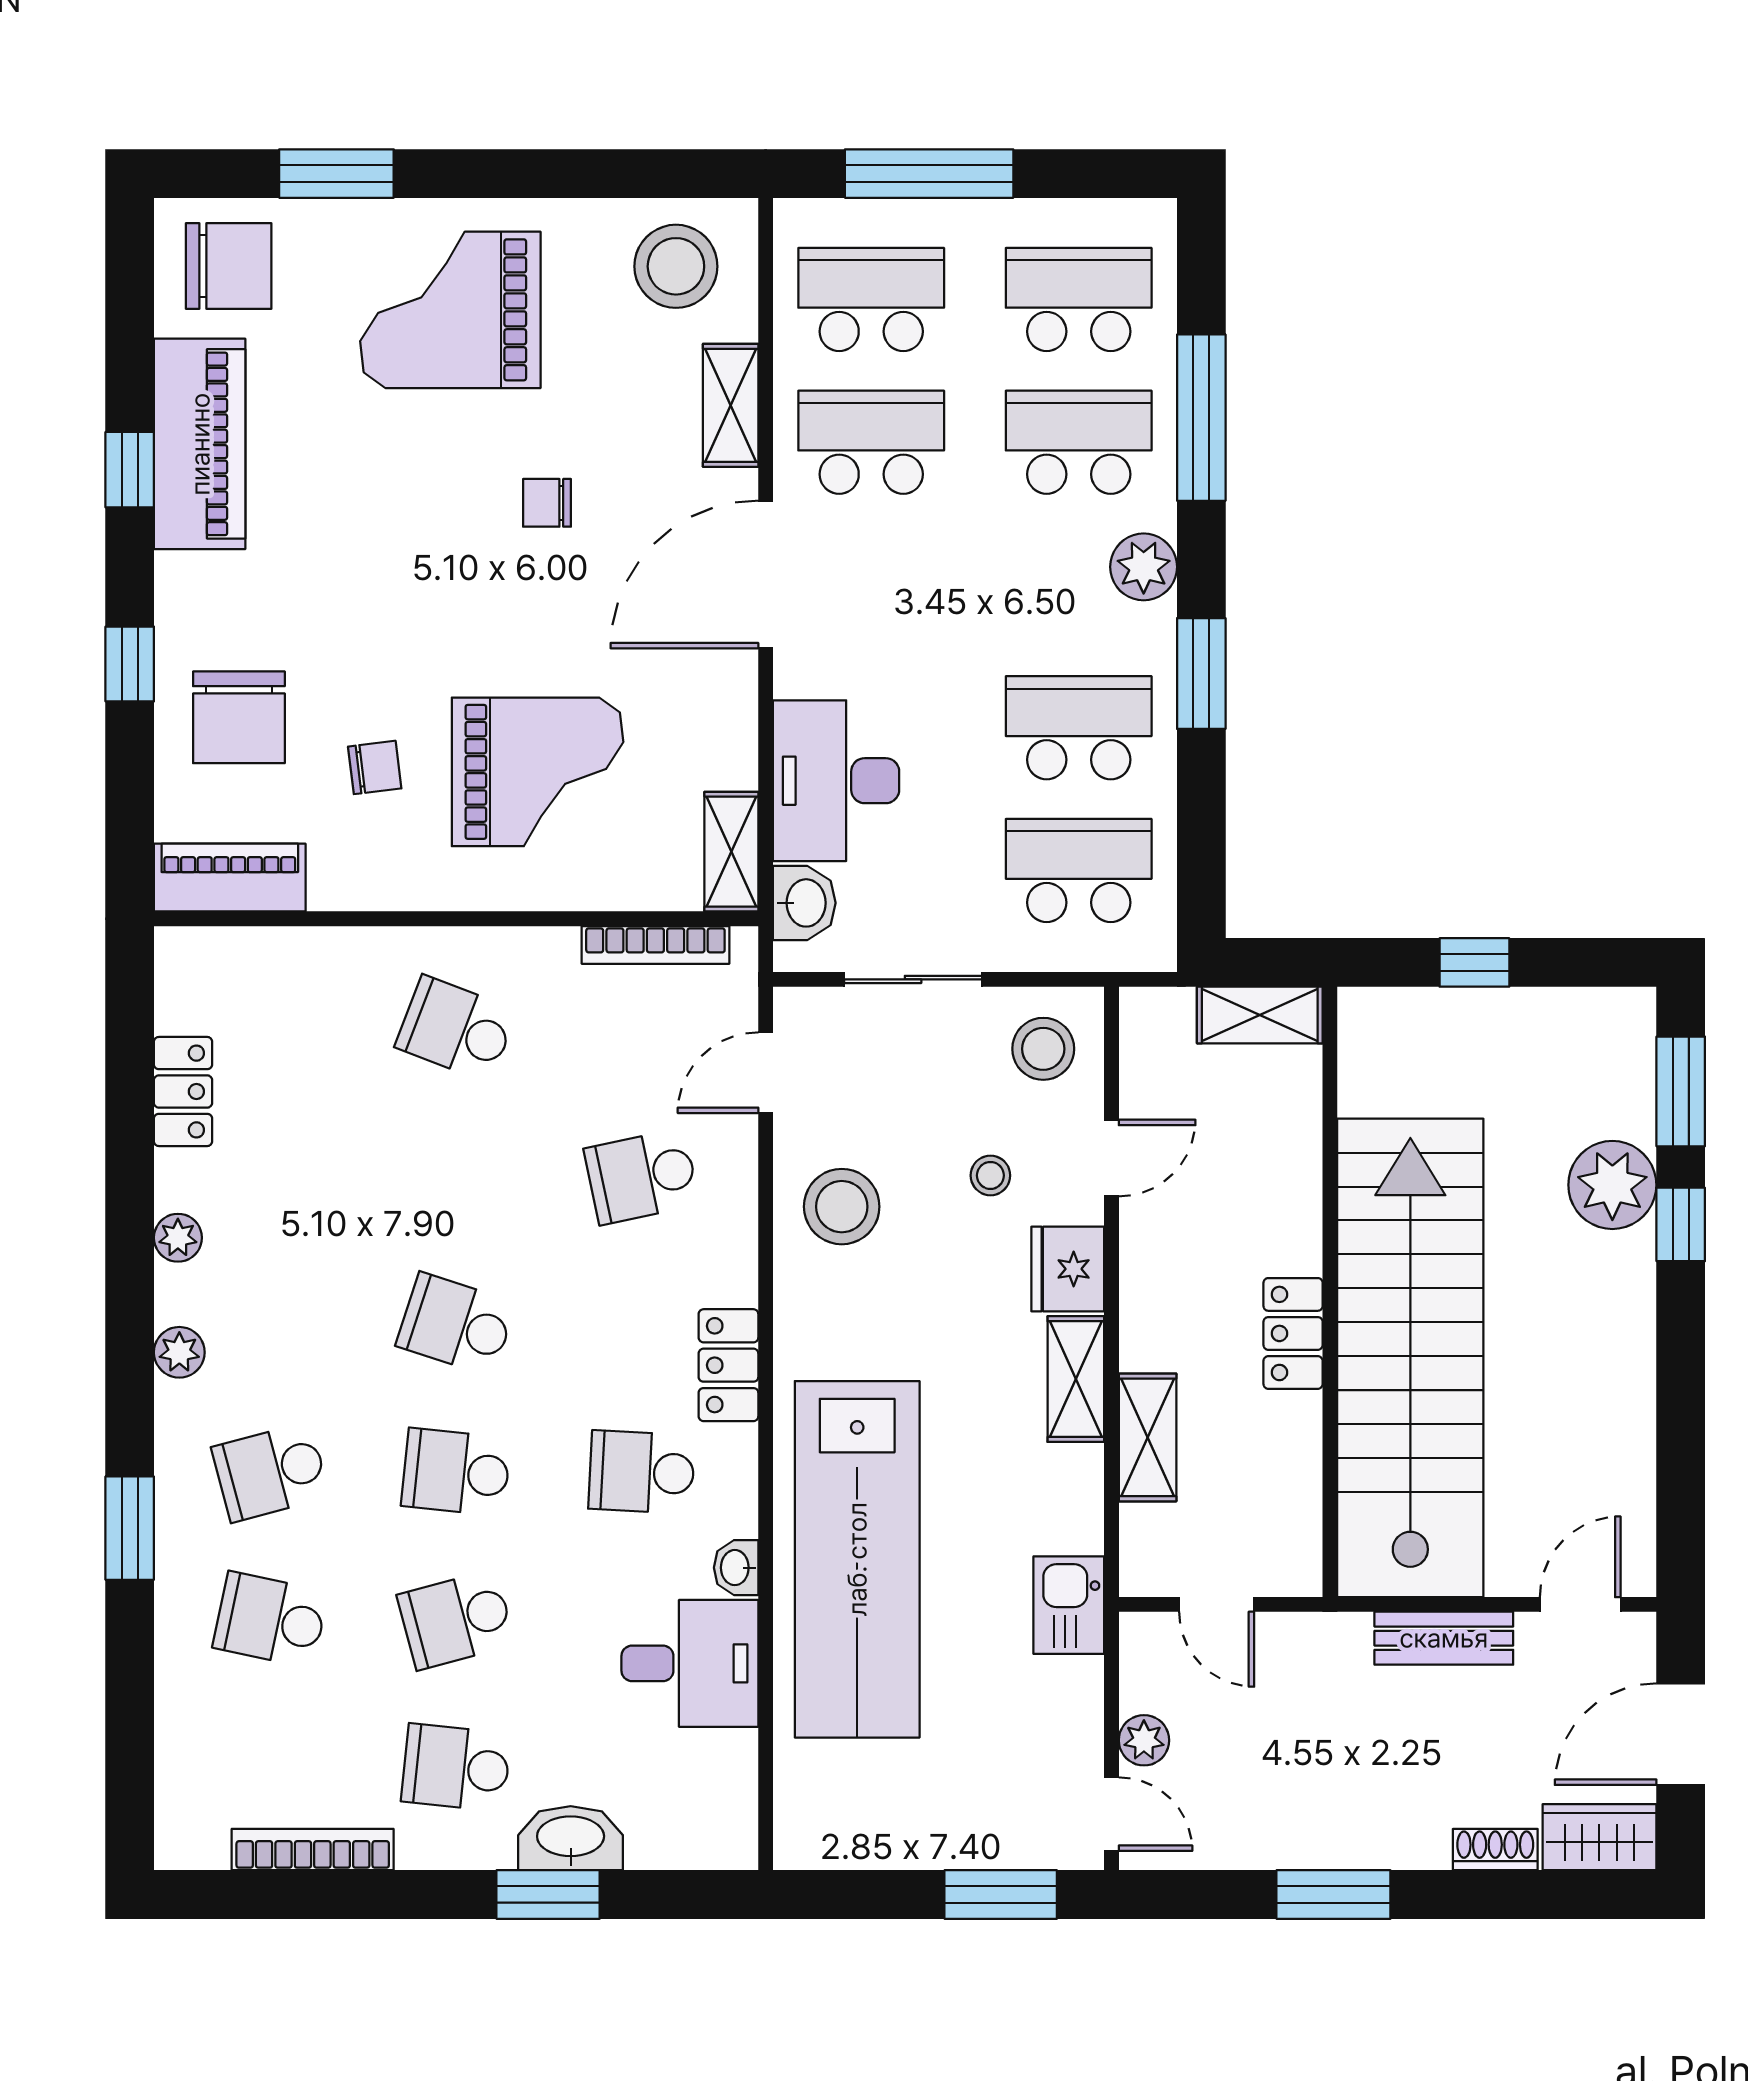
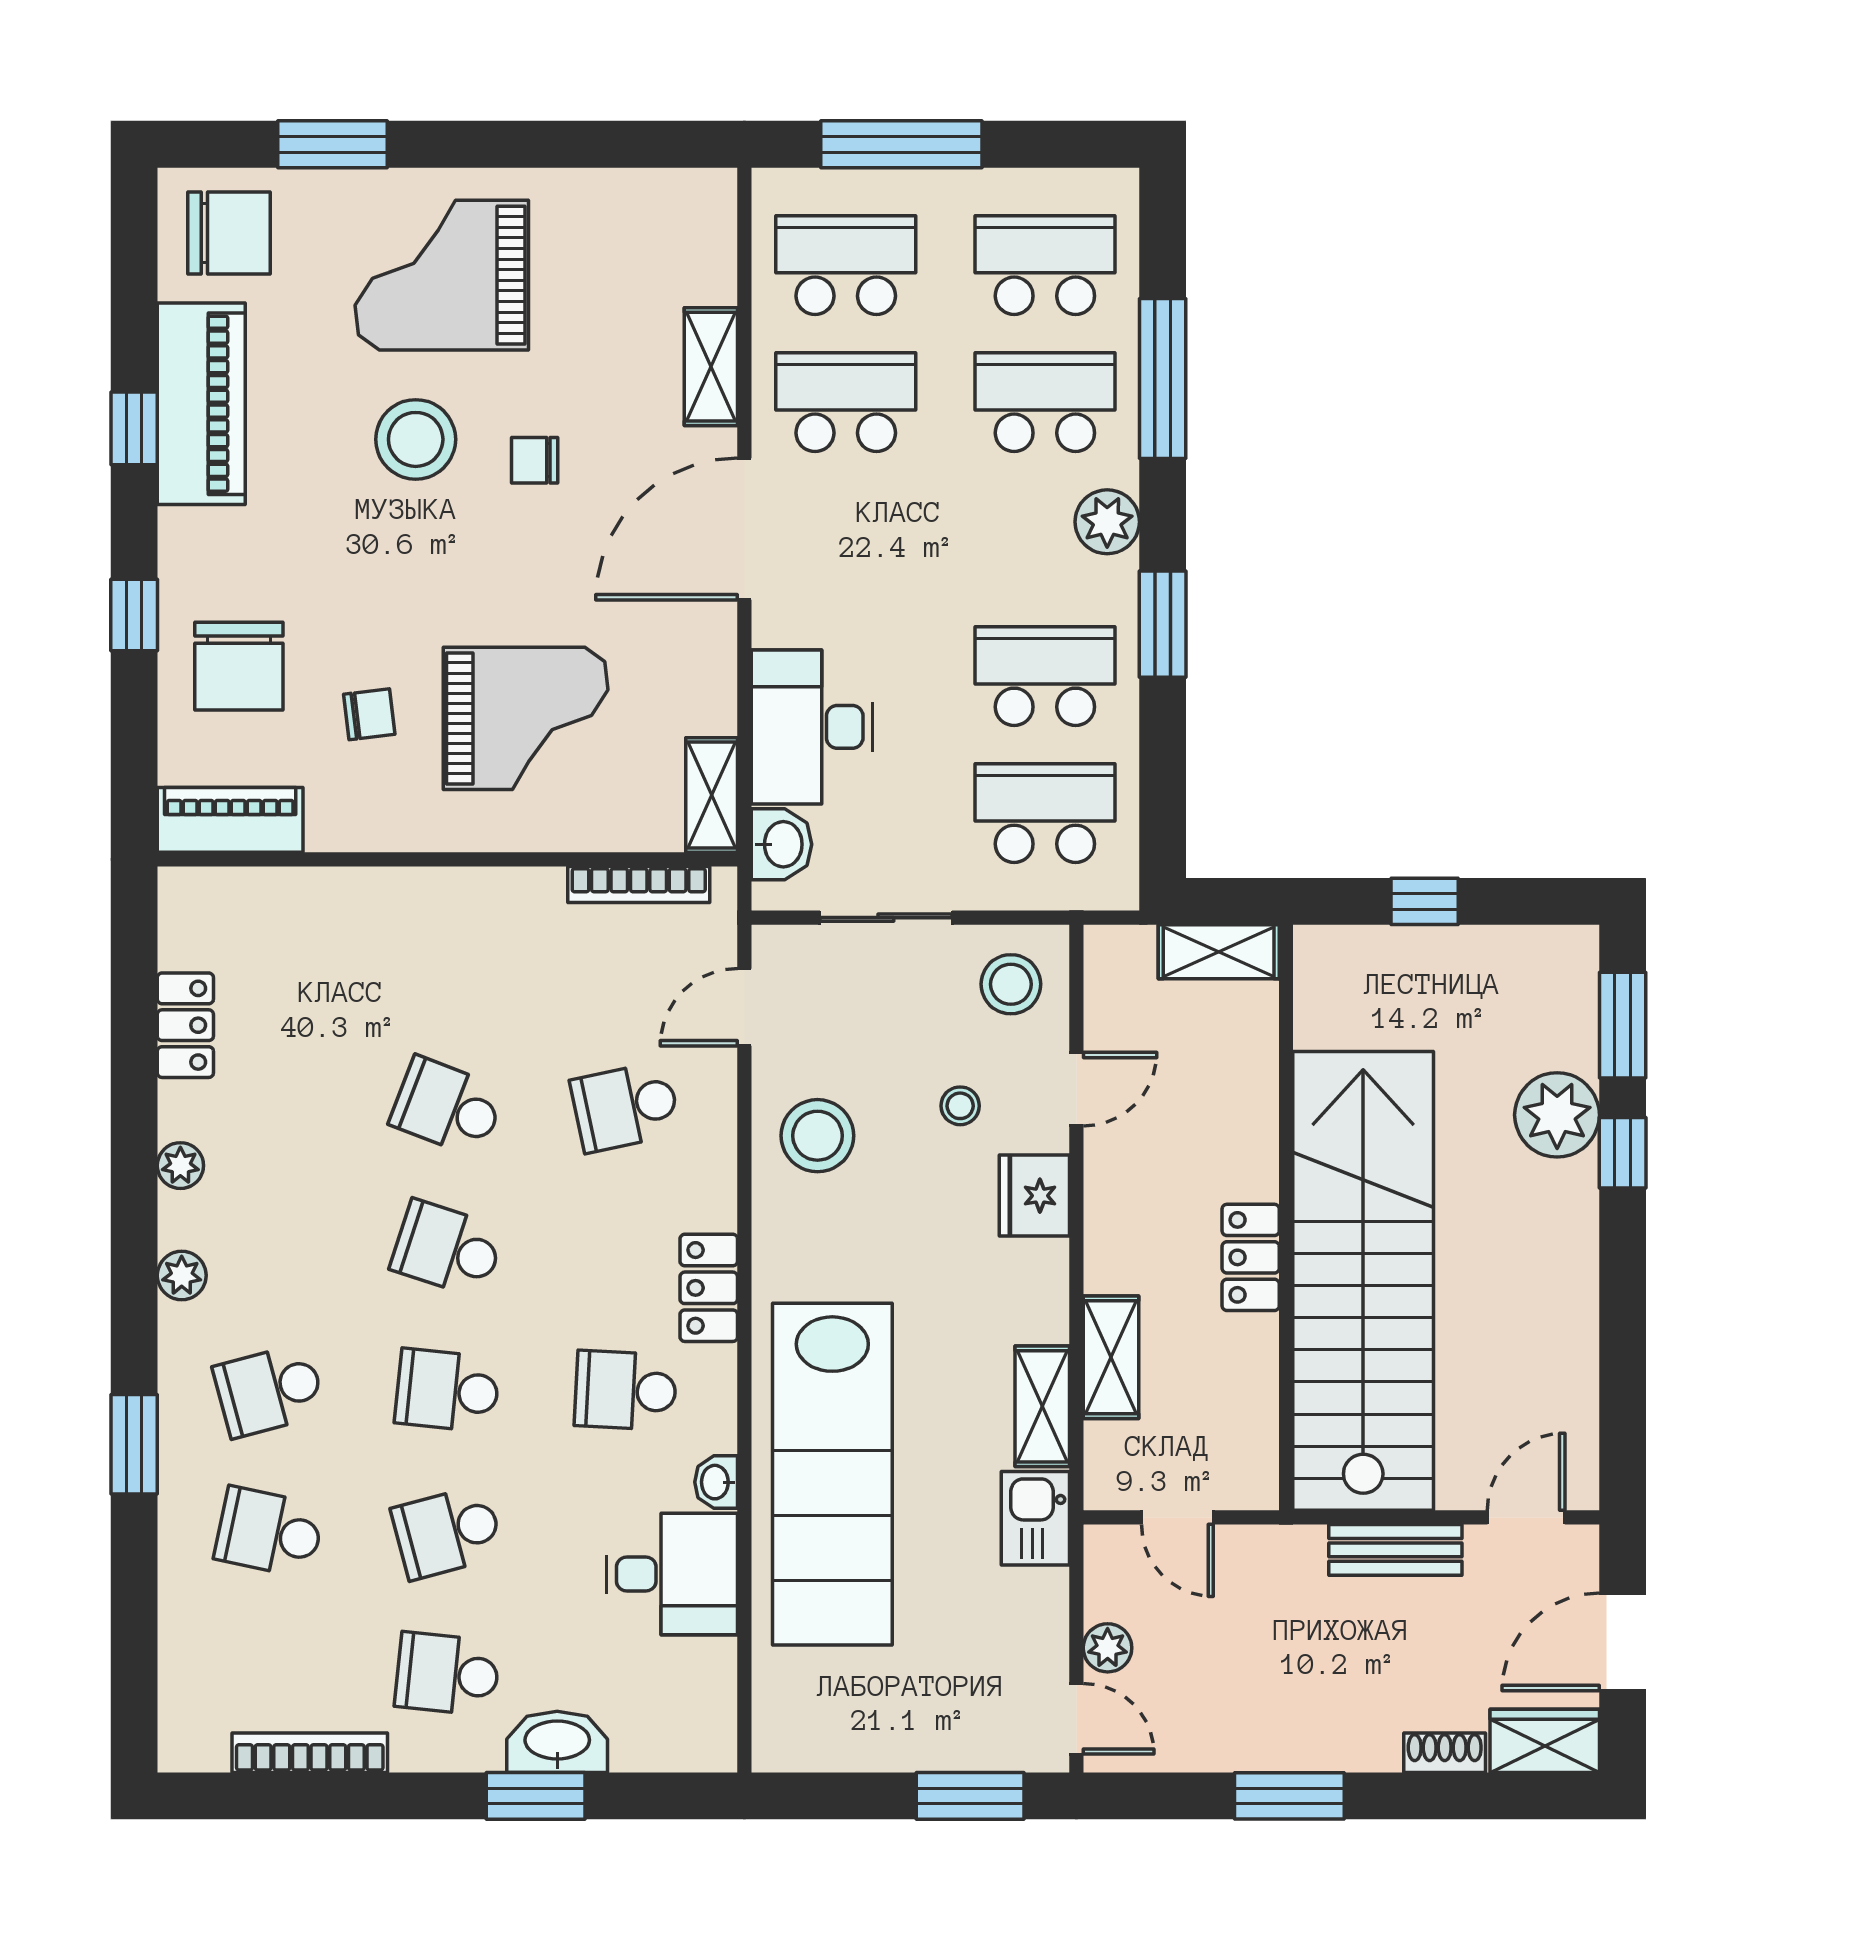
stool: (676, 266) -> (416, 439), moved
school desk: (456, 1029) -> (447, 1107), moved
shelving: (1076, 1379) -> (1042, 1406), moved

